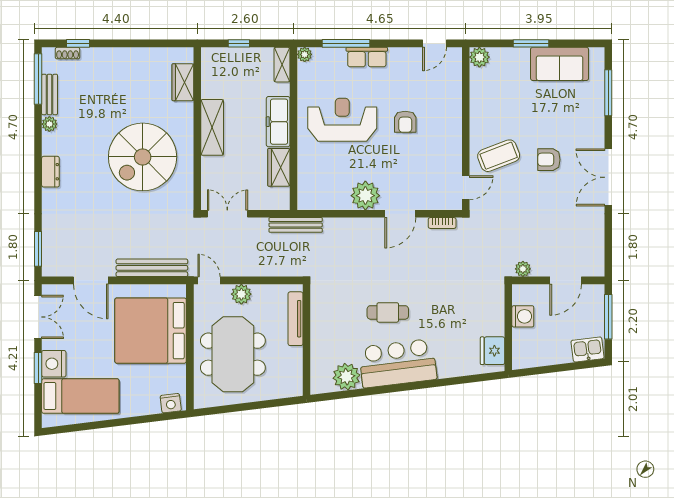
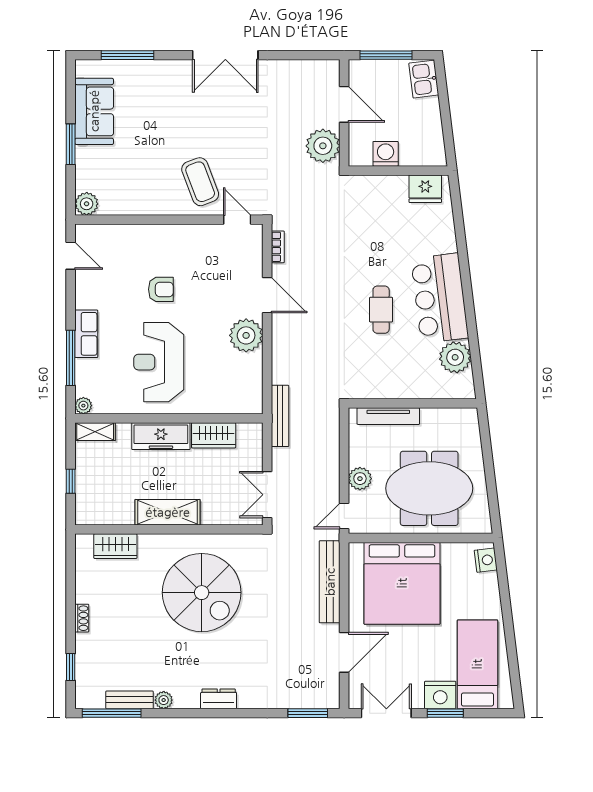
shoe rack: (68, 53) -> (82, 618), moved
armchair: (549, 160) -> (205, 124), removed
plant: (523, 269) -> (323, 146), width x1.88, depth x1.88

